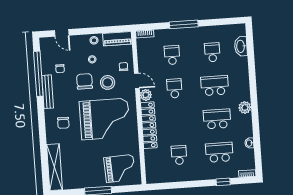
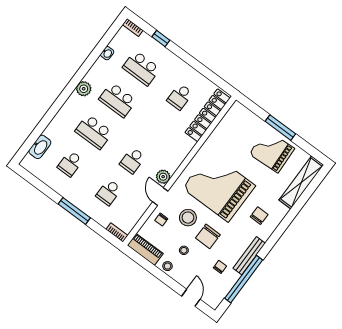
locker: (149, 125) -> (208, 115), moved
grand piano: (120, 169) -> (272, 151), moved

